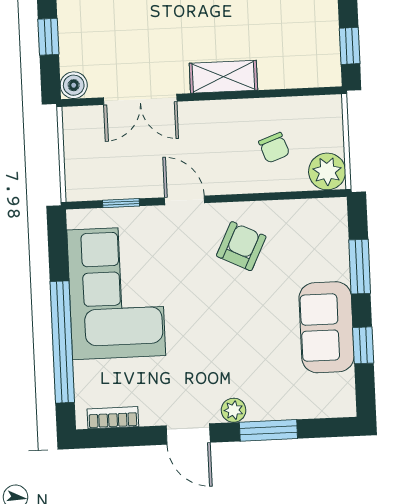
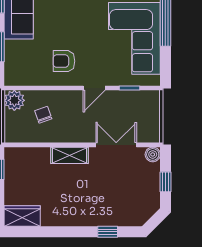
door: (185, 200) -> (94, 88), hinge flipped
armchair: (241, 246) -> (64, 61), turned 64

